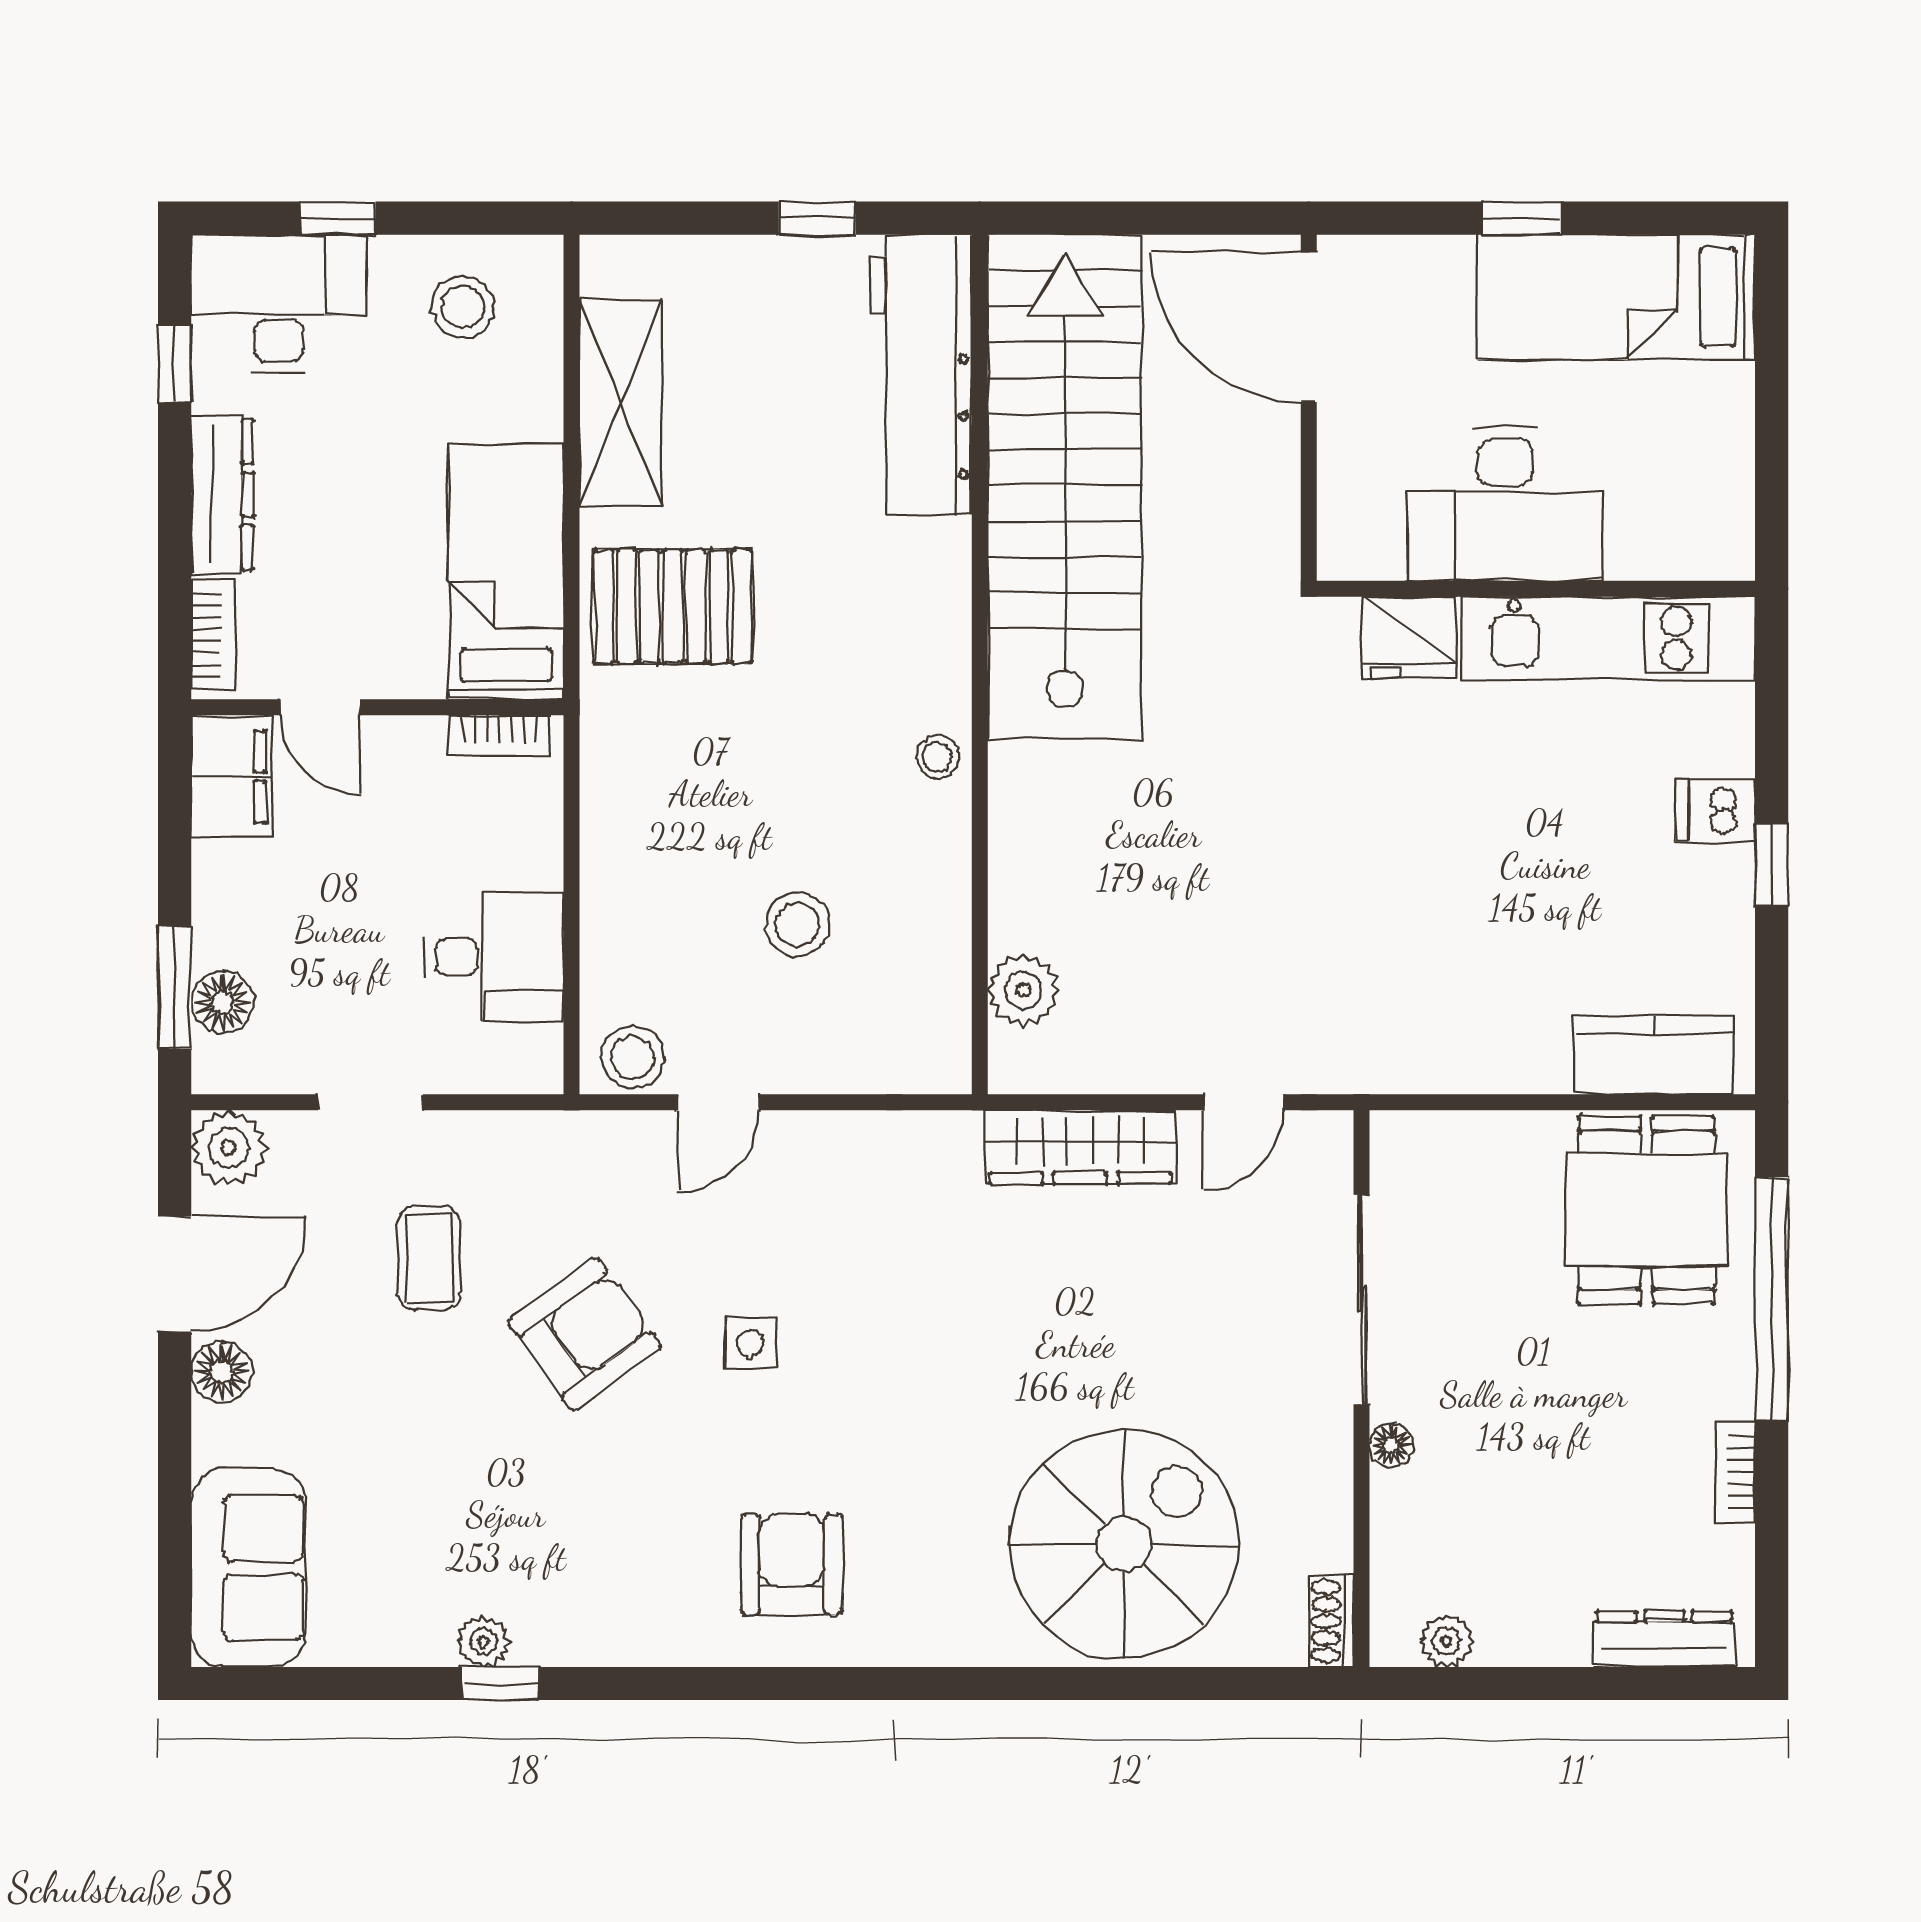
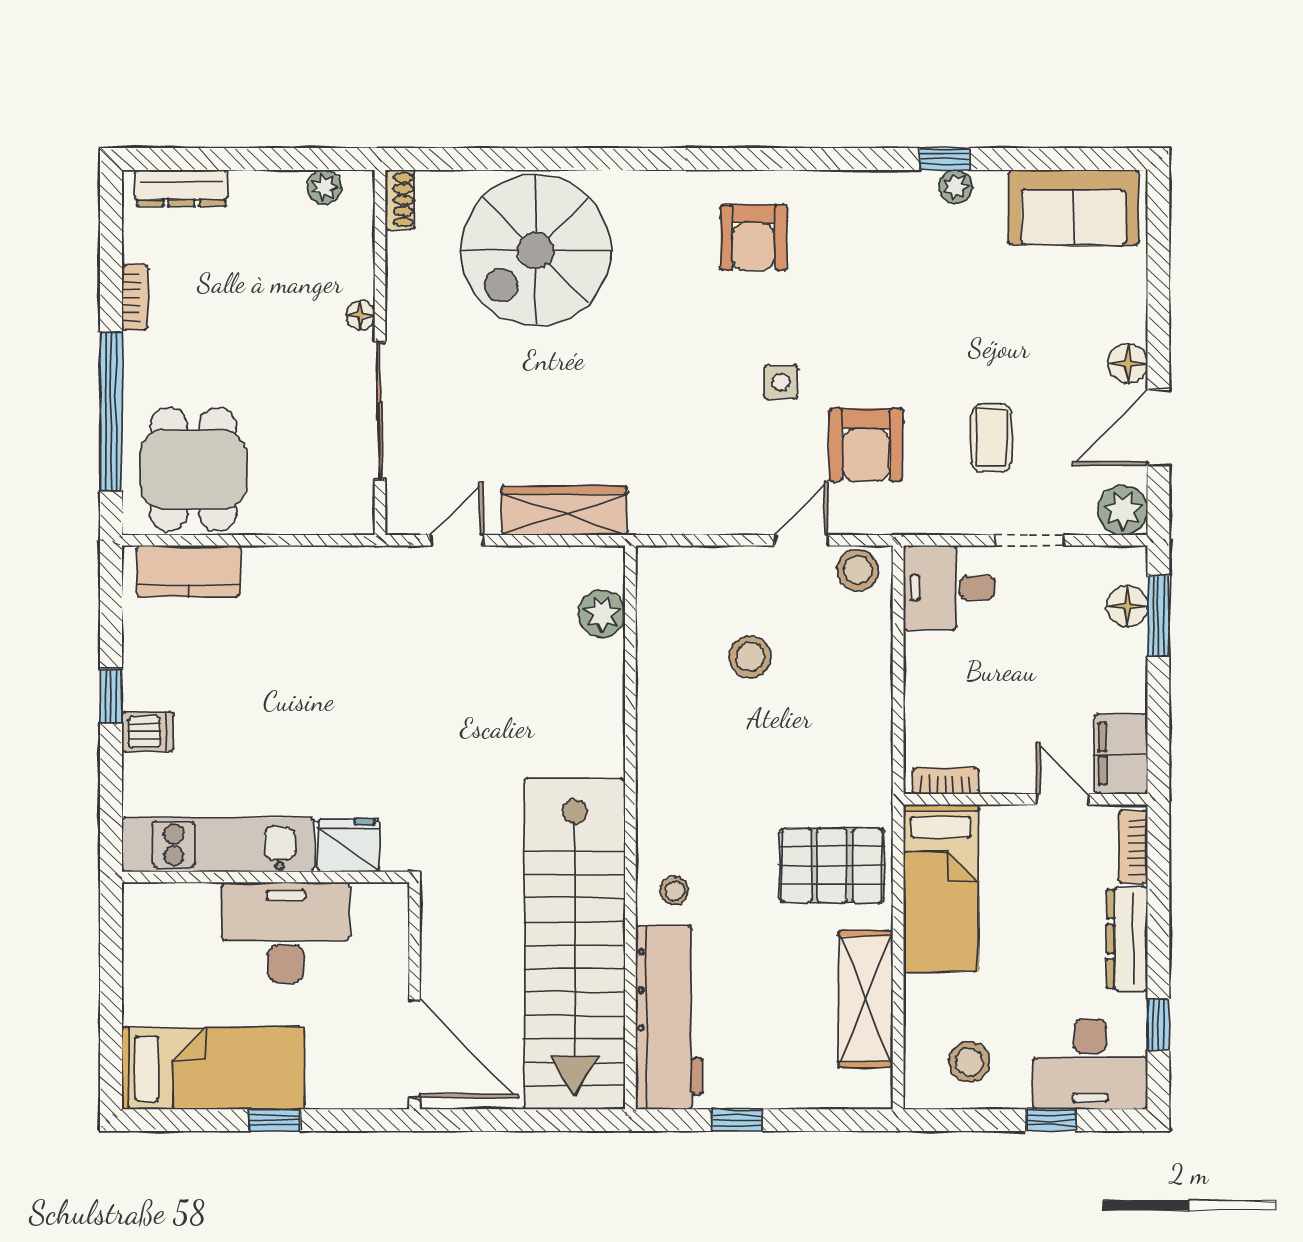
stool: (937, 757) -> (674, 891), moved
desk: (494, 957) -> (949, 588), moved
armchair: (585, 1334) -> (866, 445), moved, turned -54
sofa: (248, 1568) -> (1074, 207), moved, turned -90

